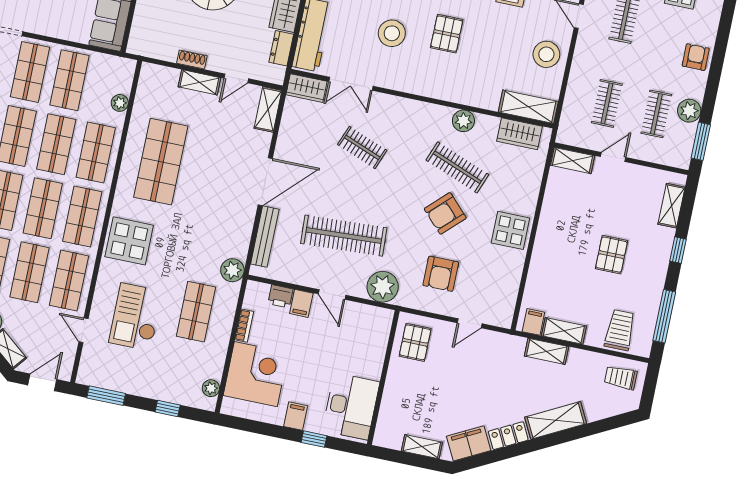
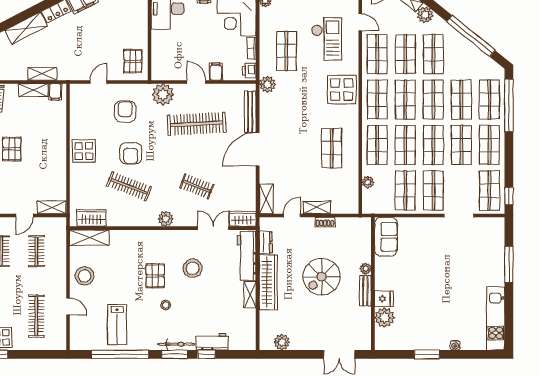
plant: (463, 121) -> (166, 219), moved
shop shelf: (161, 162) -> (332, 148), width x0.70, depth x0.74
armchair: (445, 213) -> (131, 153), turned 134
printer: (281, 296) -> (249, 71), moved, turned -90

